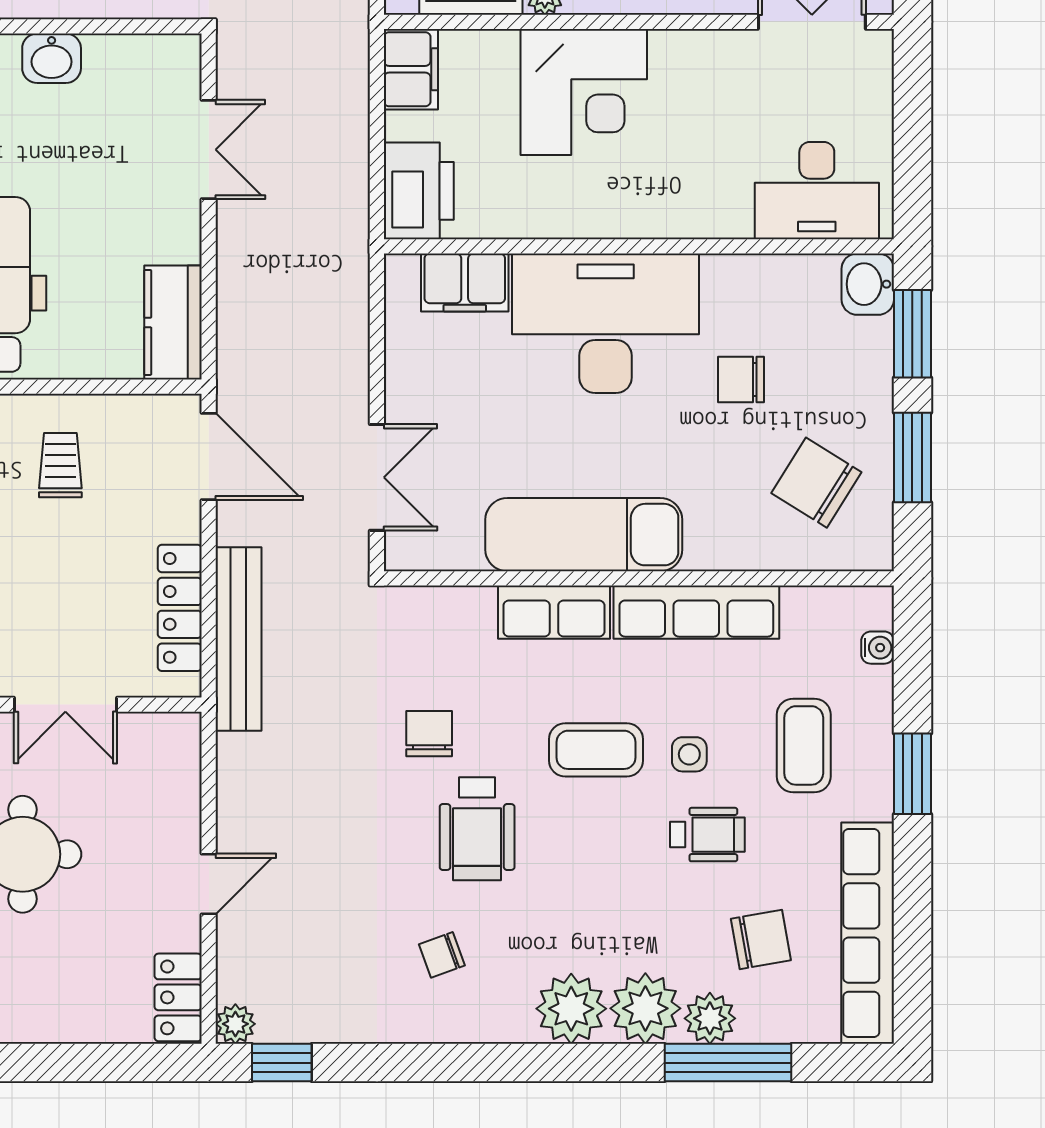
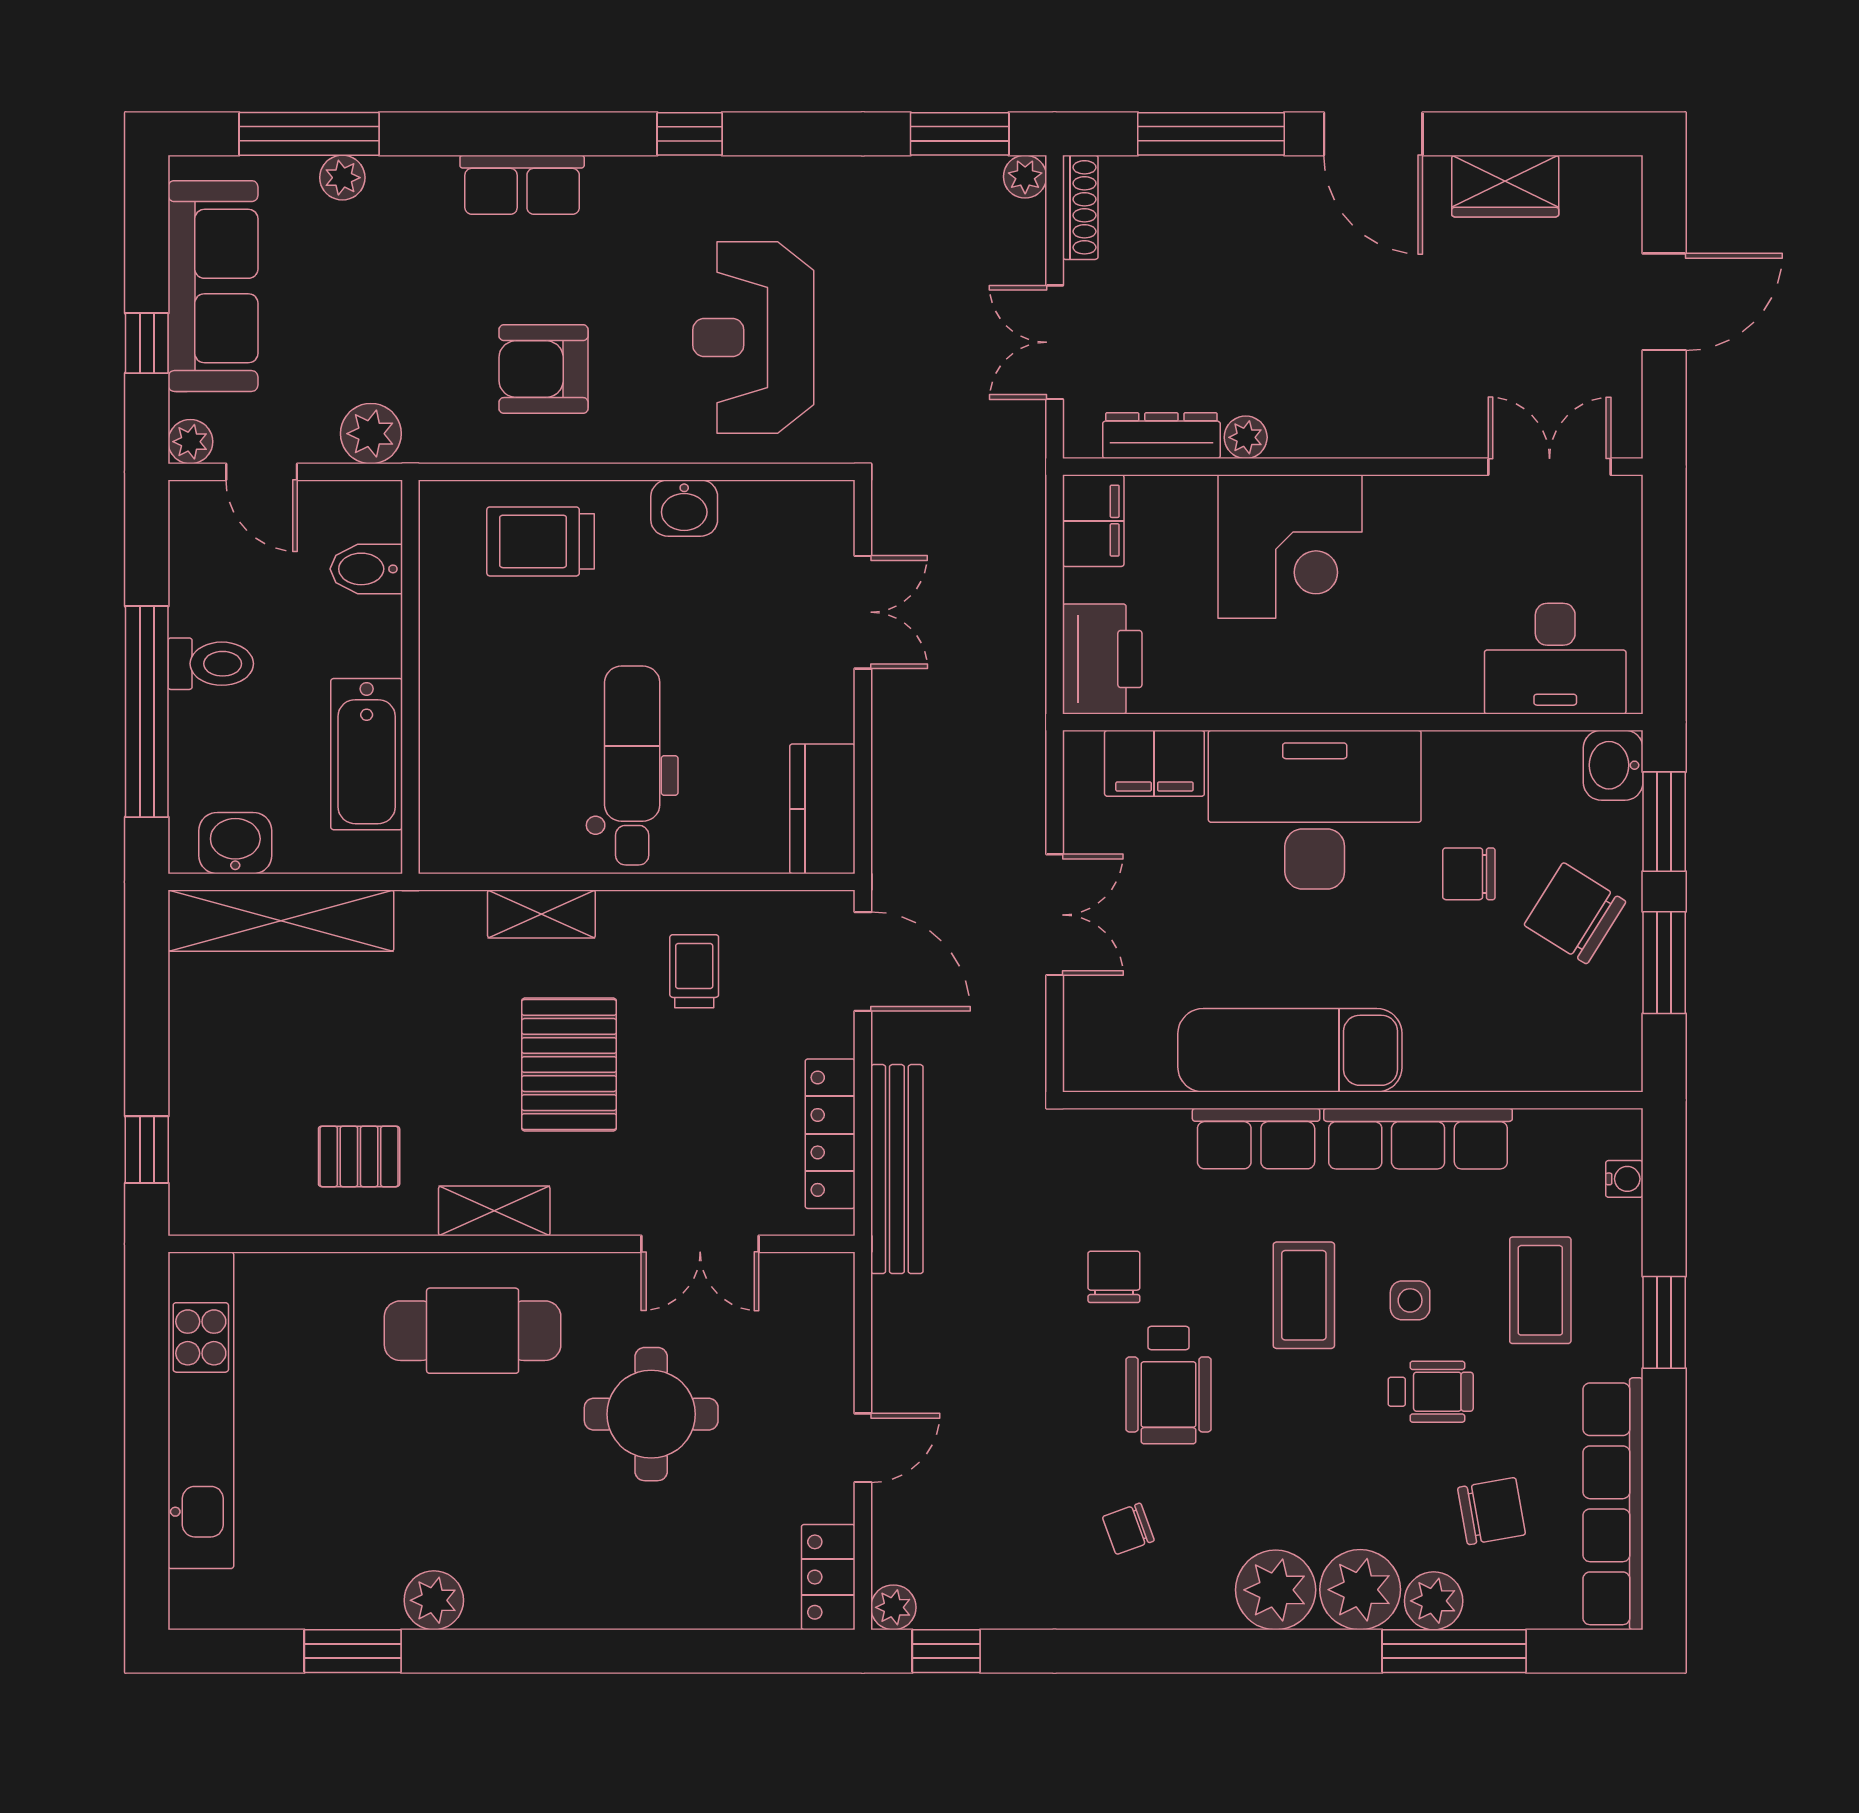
double door: (377, 477) -> (1055, 915), moved
chair: (816, 483) -> (1575, 913), moved
coffee table: (596, 750) -> (1304, 1295), turned 90

